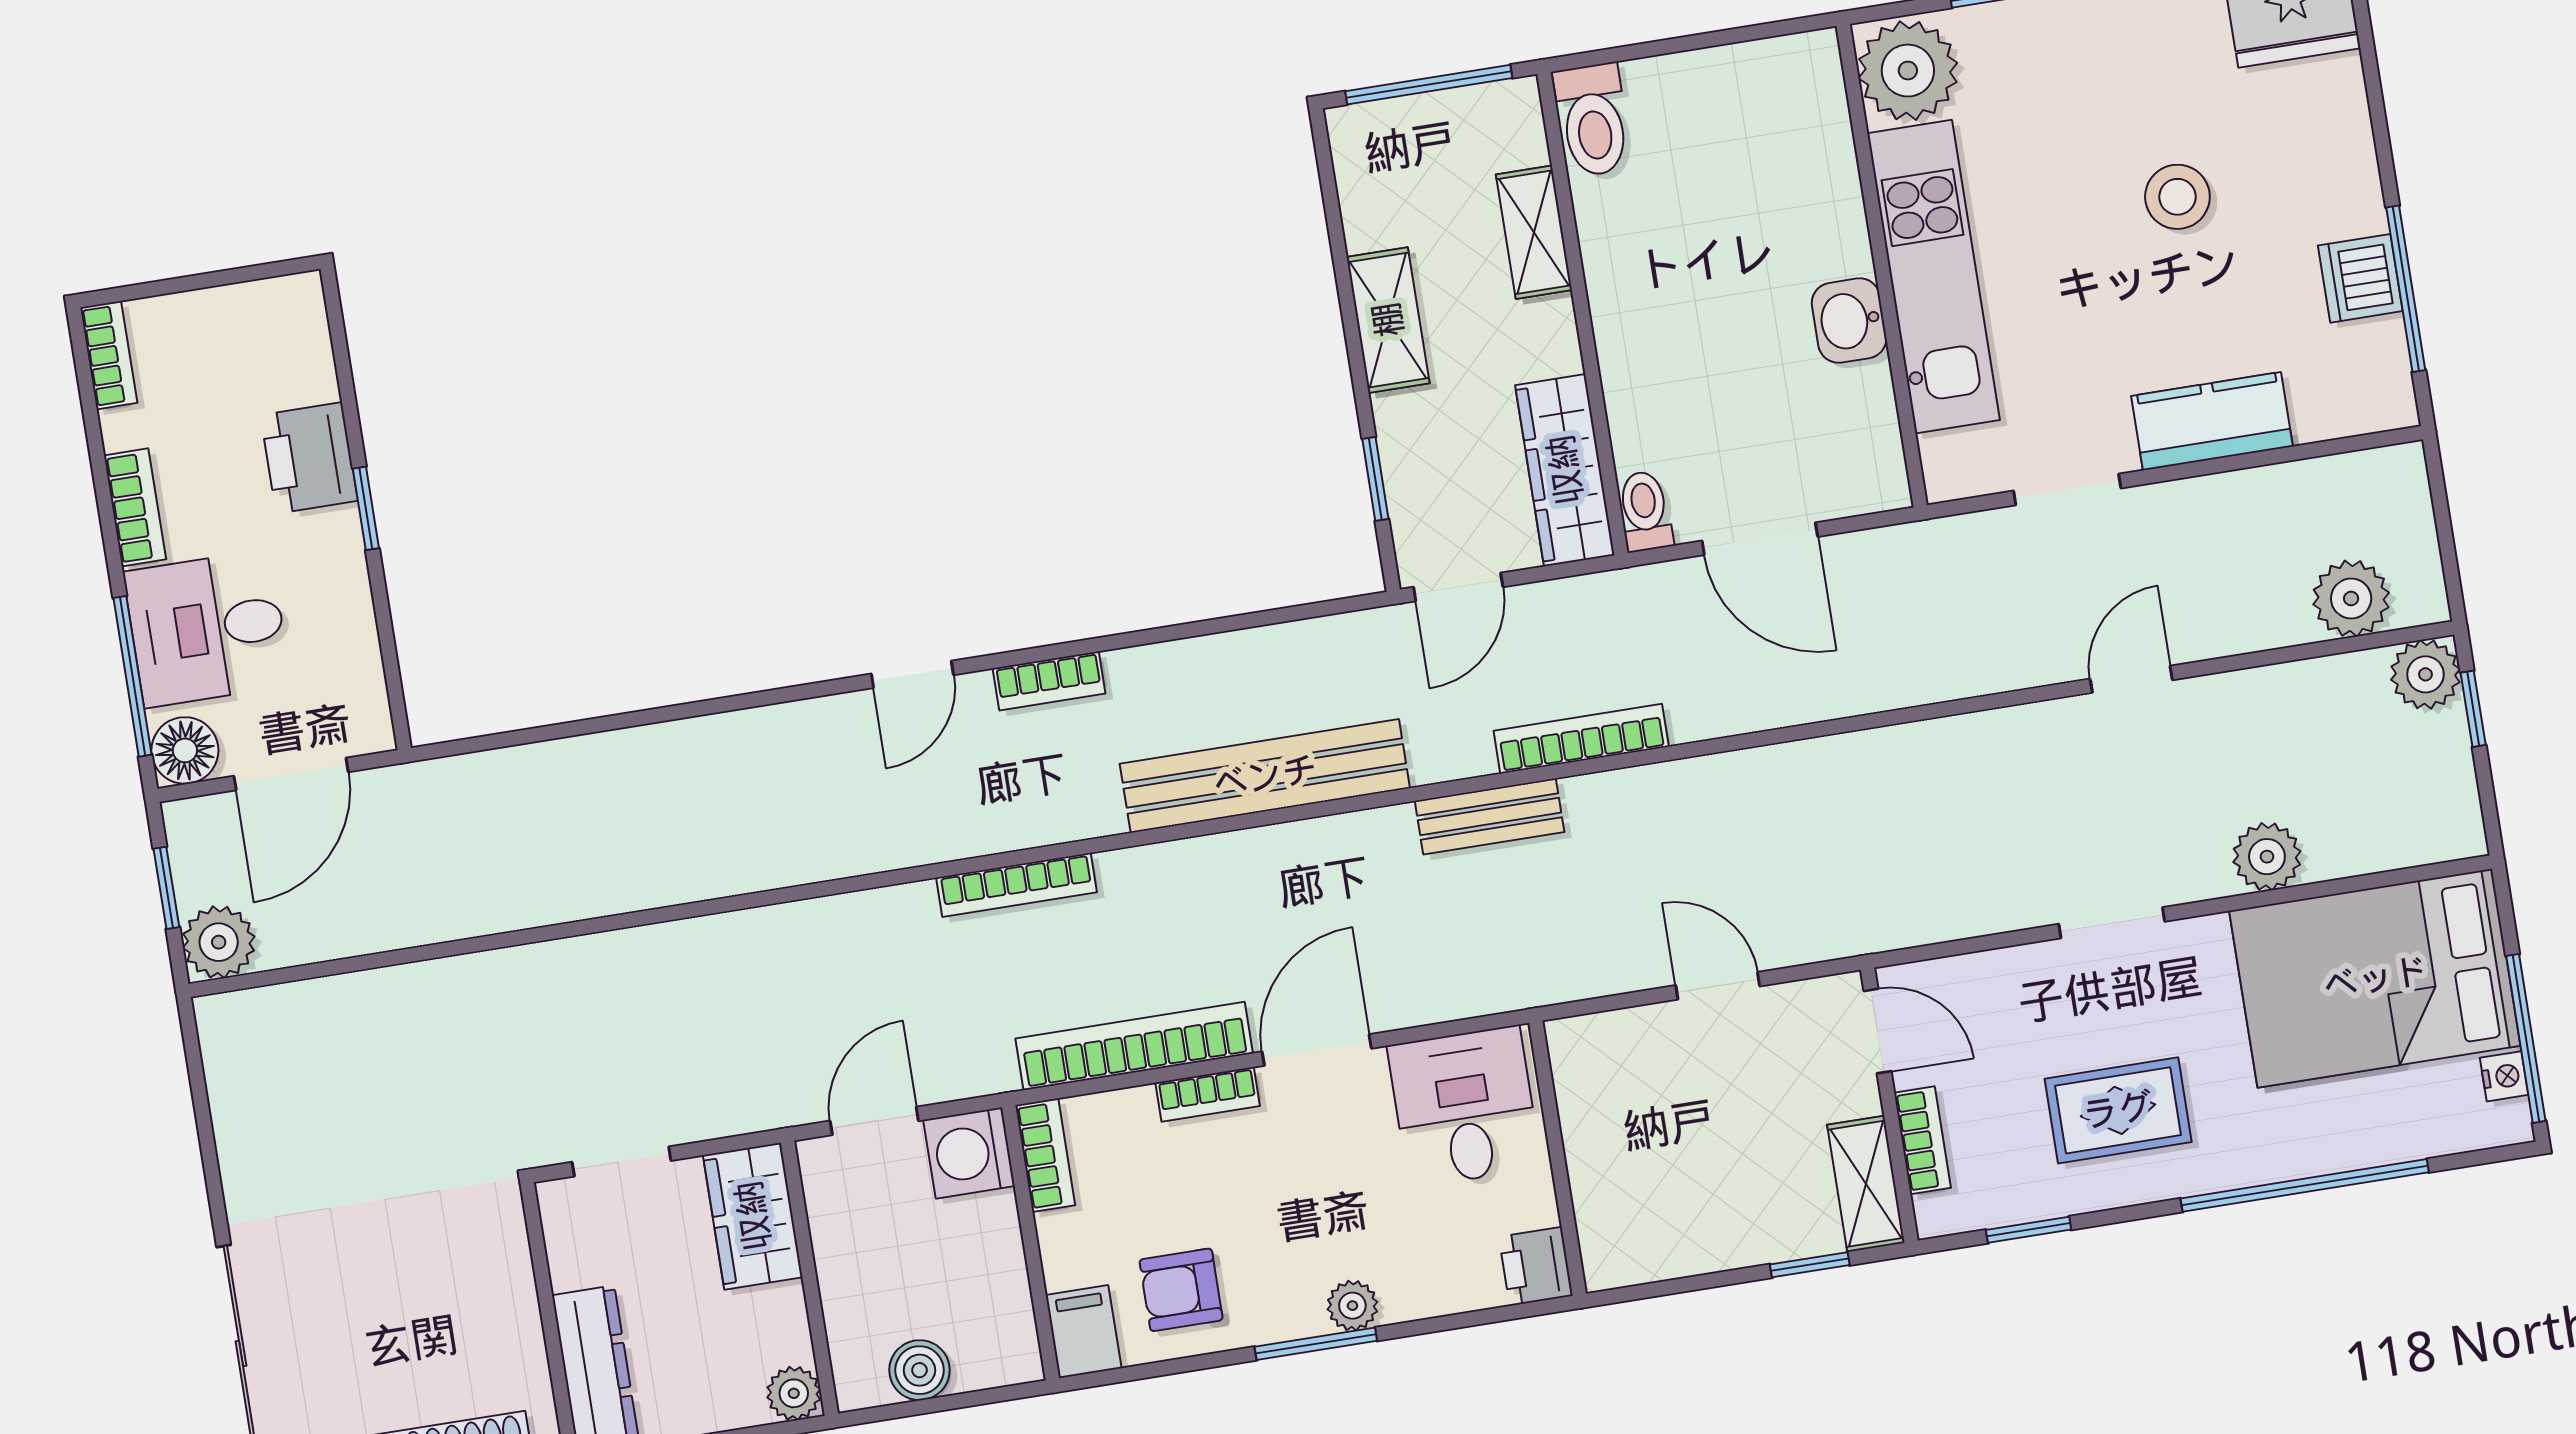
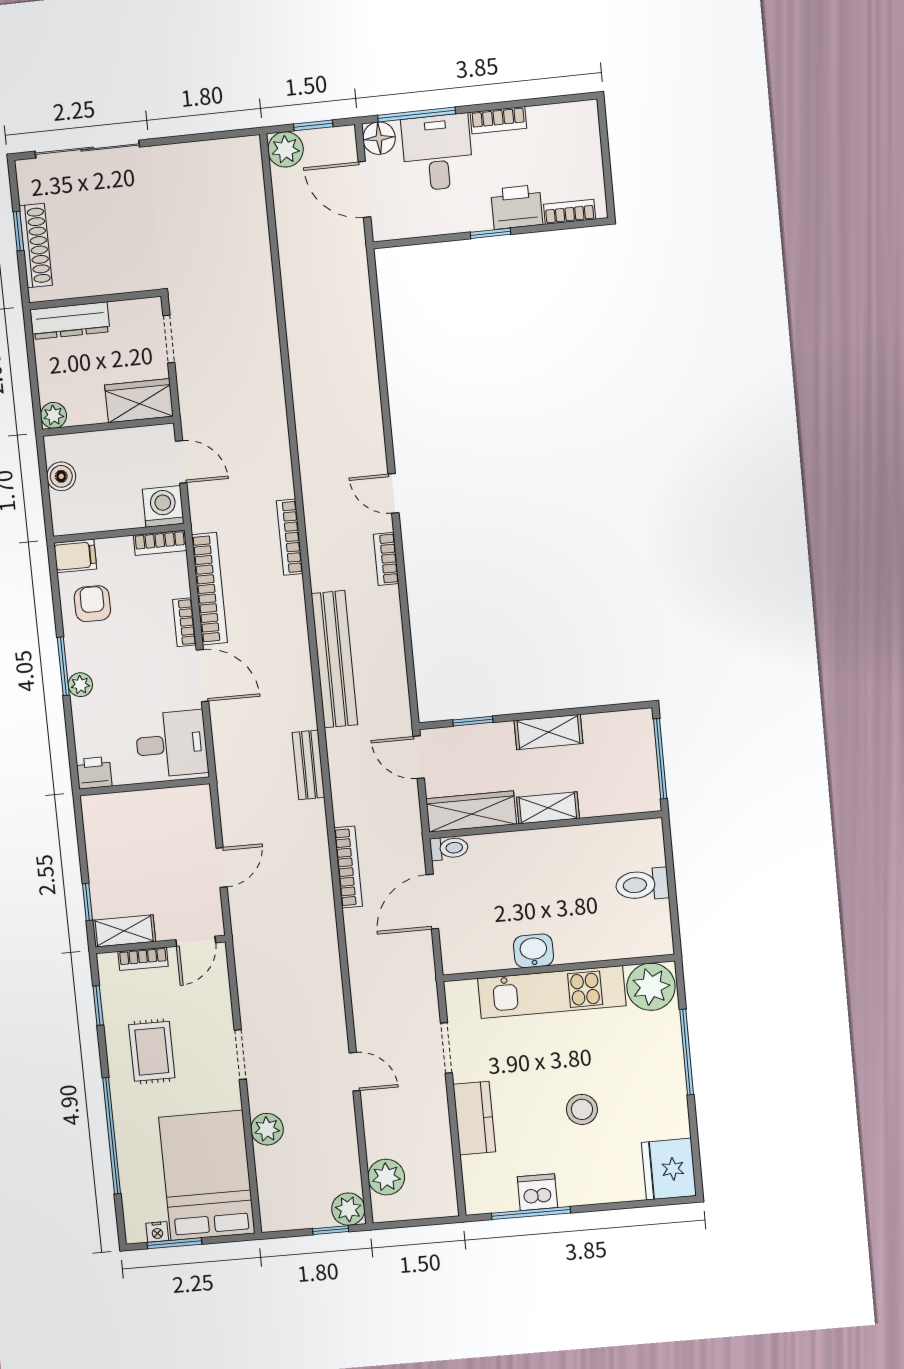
toilet: (1593, 120) -> (642, 885), moved
shelving: (1534, 232) -> (548, 808), moved
bookcase: (109, 355) -> (570, 212), moved, turned 180
bookcase: (1581, 739) -> (348, 867), moved
window: (2526, 1038) -> (174, 1243), width x0.69

